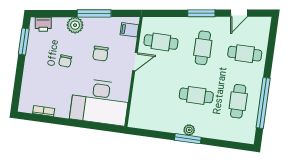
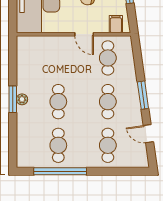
cafe table: (203, 48) -> (108, 102), turned 90
cafe table: (238, 101) -> (58, 145), turned 90

